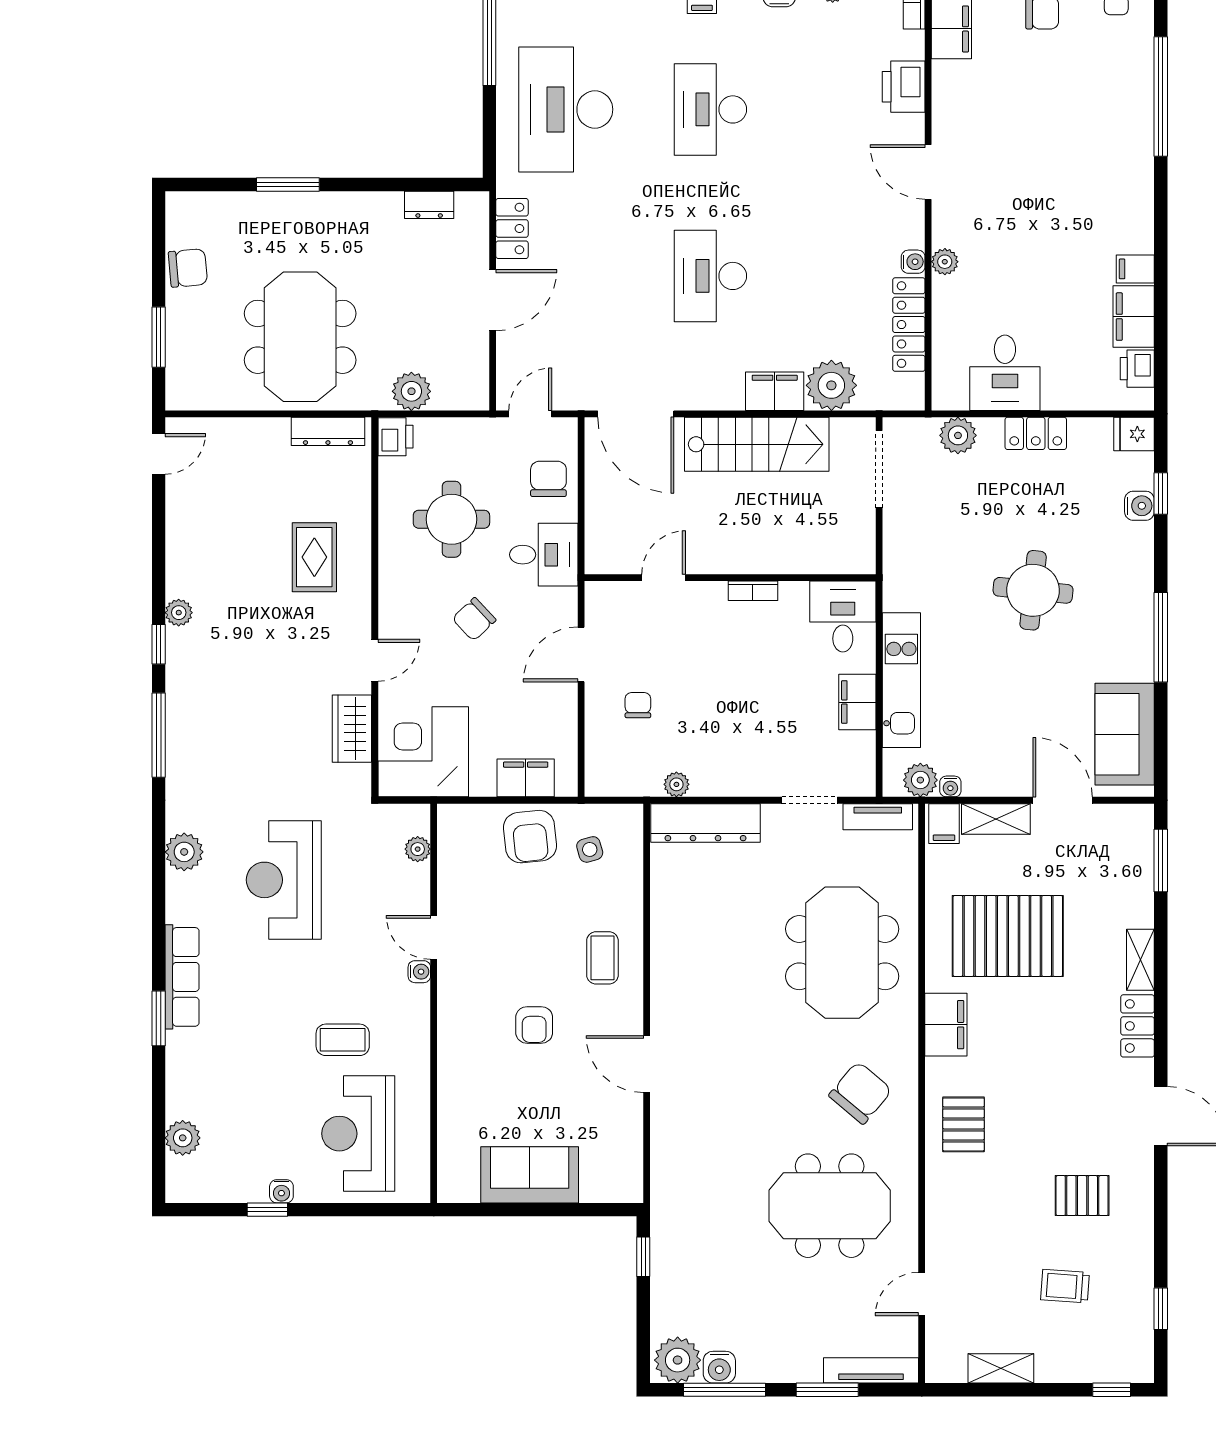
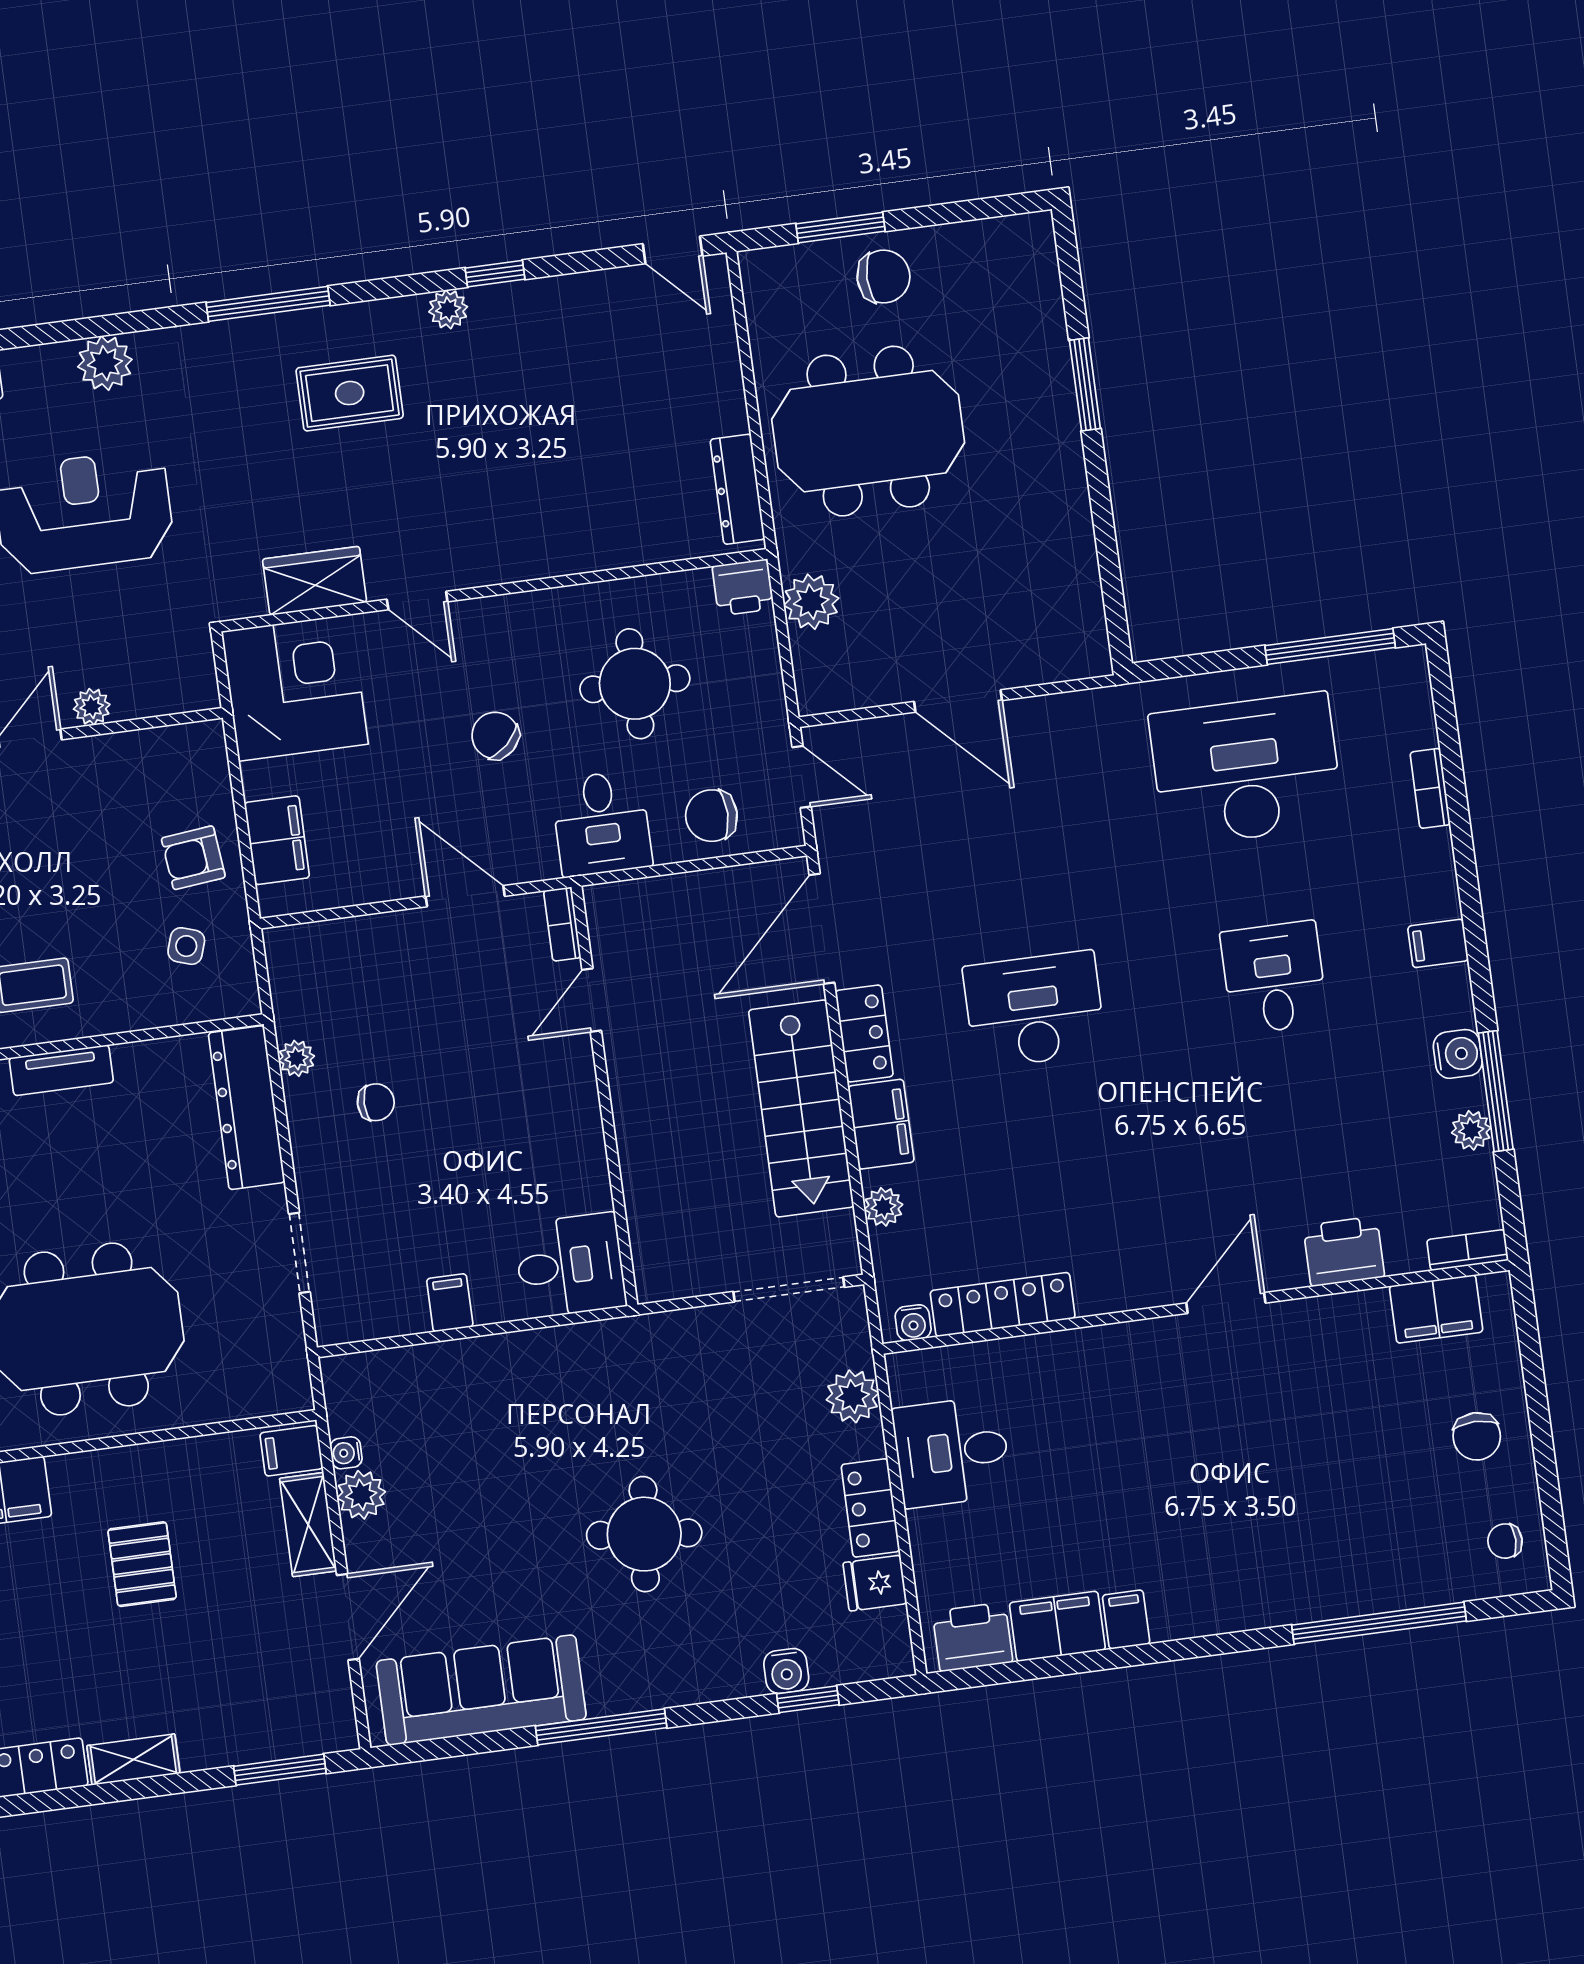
desk: (710, 109) -> (1274, 978), width x0.73
dresser: (429, 205) -> (1083, 591), removed
locker: (512, 228) -> (864, 1034), moved, turned -90
water cooler: (913, 262) -> (913, 1323), moved
plant: (945, 262) -> (1100, 1344), removed
chair: (188, 268) -> (883, 277), moved, turned -85
printer: (1137, 369) -> (973, 1637), width x1.36, depth x1.24
plant: (831, 385) -> (883, 1207), width x0.53, depth x0.53
fridge: (1134, 434) -> (875, 1583), moved, turned -90
chair: (548, 479) -> (711, 816), turned 180
rug: (314, 557) -> (350, 393), moved
door: (664, 578) -> (592, 1000), swing flipped
bookcase: (753, 591) -> (562, 924), moved
window: (159, 644) -> (495, 274), moved
kitchen unit: (901, 680) -> (490, 1362), removed
filing cabinet: (857, 702) -> (450, 1303), width x0.50
chair: (638, 705) -> (376, 1102), moved
sofa: (1125, 734) -> (481, 1690), width x1.36
plant: (920, 780) -> (361, 1495), moved
tv unit: (878, 817) -> (61, 1070), moved, turned -90
armchair: (530, 837) -> (193, 858), width x0.72, depth x0.72
plant: (418, 849) -> (92, 707), moved
side table: (590, 849) -> (186, 946), turned 34
pallet: (1008, 936) -> (142, 1564), width x0.49, depth x0.50

